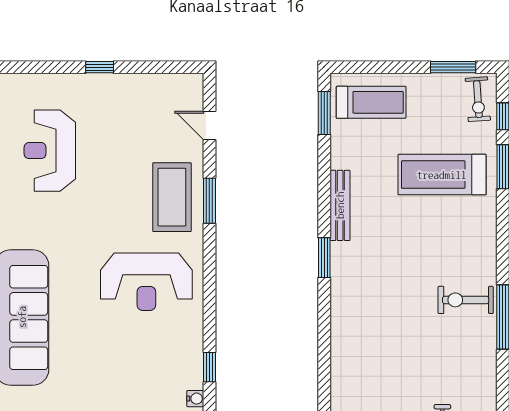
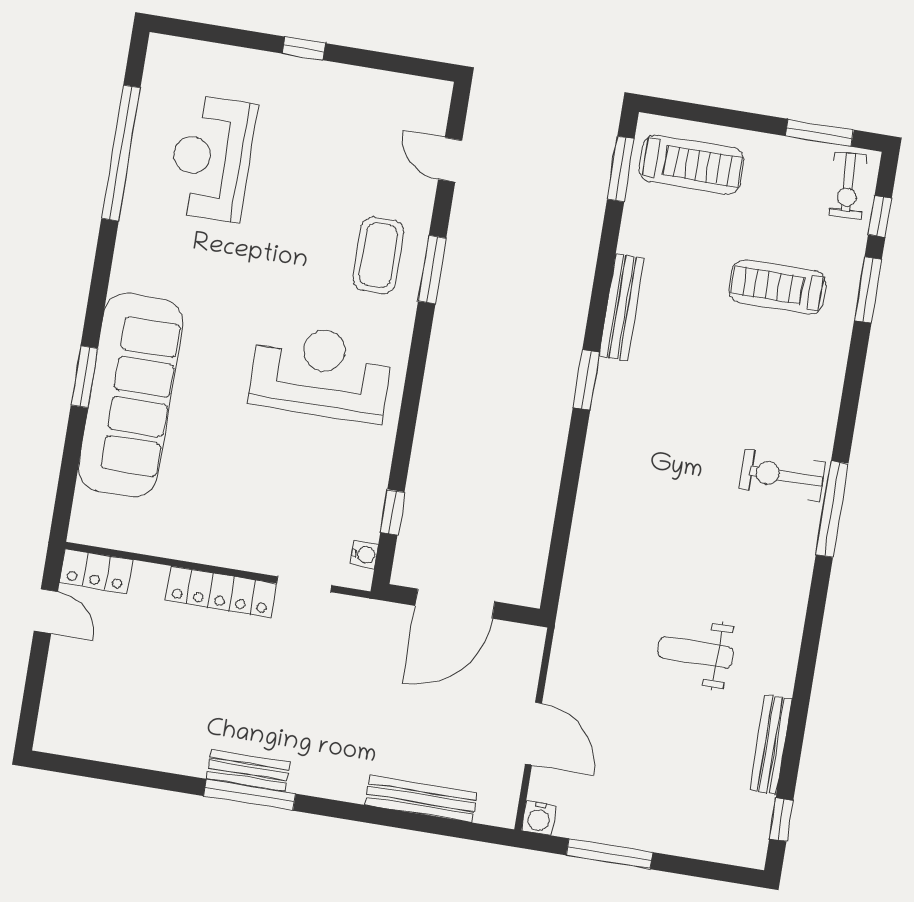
treadmill: (442, 175) -> (778, 287), width x0.73, depth x0.73
coffee table: (172, 197) -> (378, 255), width x0.73, depth x0.76
reception desk: (146, 282) -> (321, 373), turned 180

